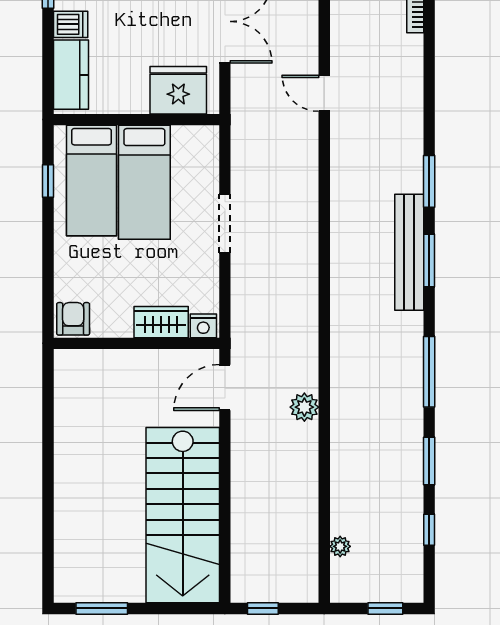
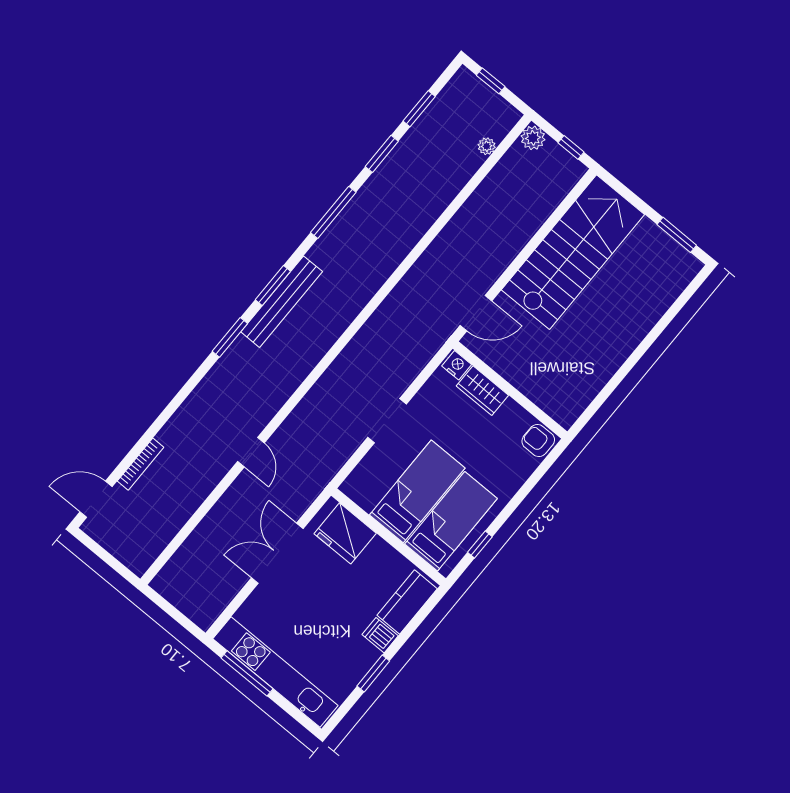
armchair: (73, 319) -> (538, 441), turned 90
plant: (304, 407) -> (533, 138), moved
window: (429, 530) -> (419, 109), width x1.50

